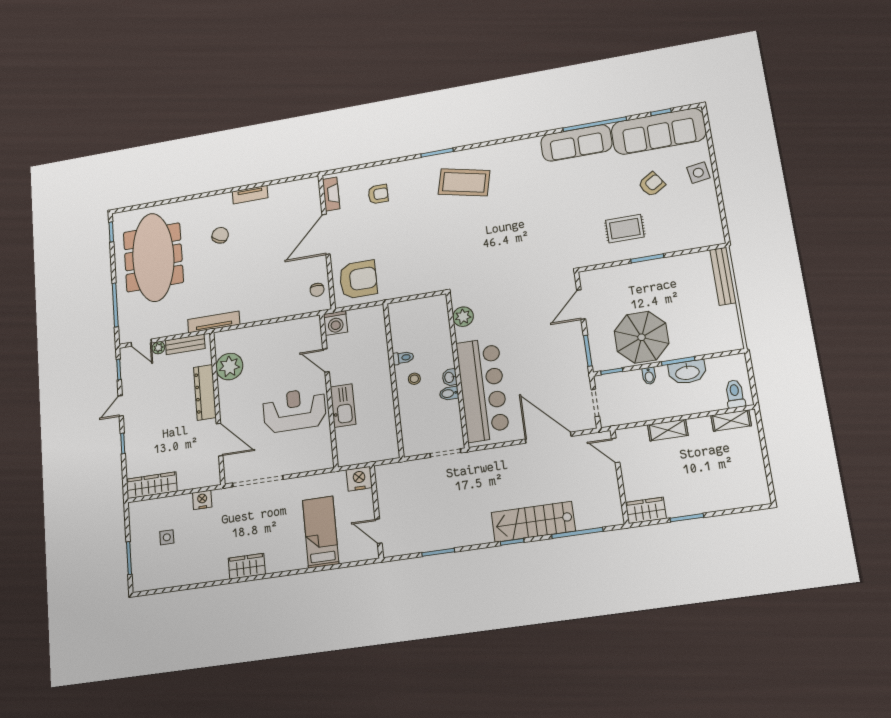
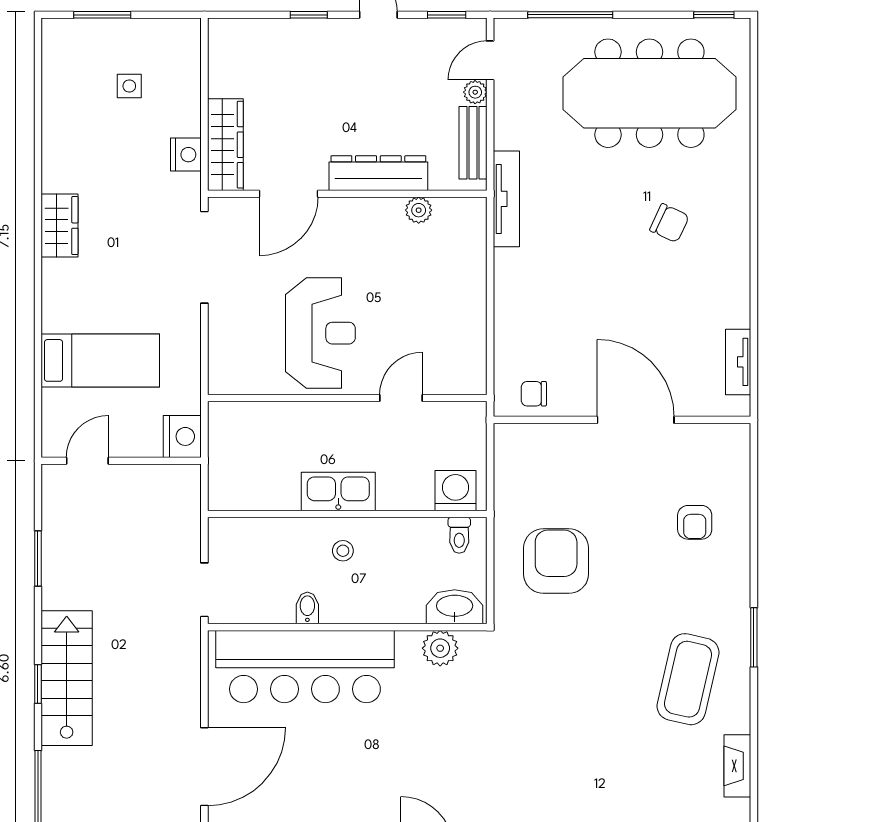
fireplace: (331, 194) -> (737, 766), moved, turned 90
tv unit: (250, 195) -> (738, 362), moved
armchair: (358, 279) -> (556, 561), moved, turned 180
washing machine: (335, 323) -> (455, 491), moved, turned 90
toilet: (403, 358) -> (459, 535), moved
plant: (229, 367) -> (419, 210), width x0.53, depth x0.53
washbasin: (450, 377) -> (455, 607), moved, width x1.91, depth x1.45
kitchen sink: (343, 406) -> (338, 492), moved, turned 180
wardrobe: (152, 485) -> (225, 145), moved
stairs: (533, 522) -> (67, 678), moved

